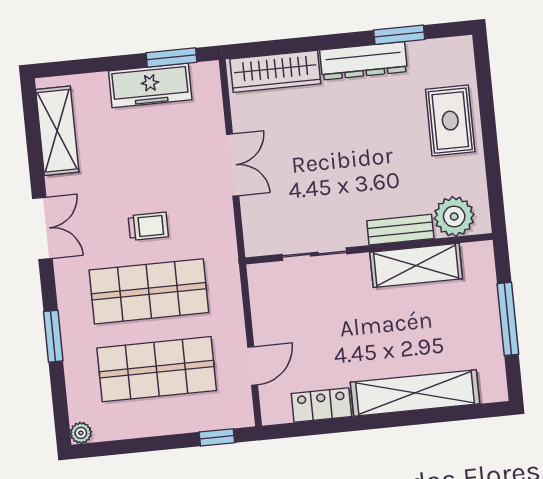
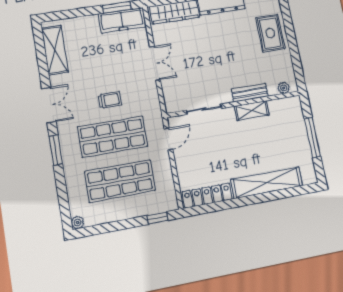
freezer: (150, 85) -> (122, 20), moved
plant: (454, 216) -> (284, 88), width x0.53, depth x0.53
shelving: (416, 265) -> (252, 111), width x0.67, depth x0.75
window: (53, 336) -> (56, 150), moved
door: (253, 366) -> (169, 139), moved
locker: (321, 405) -> (207, 196), width x1.53

